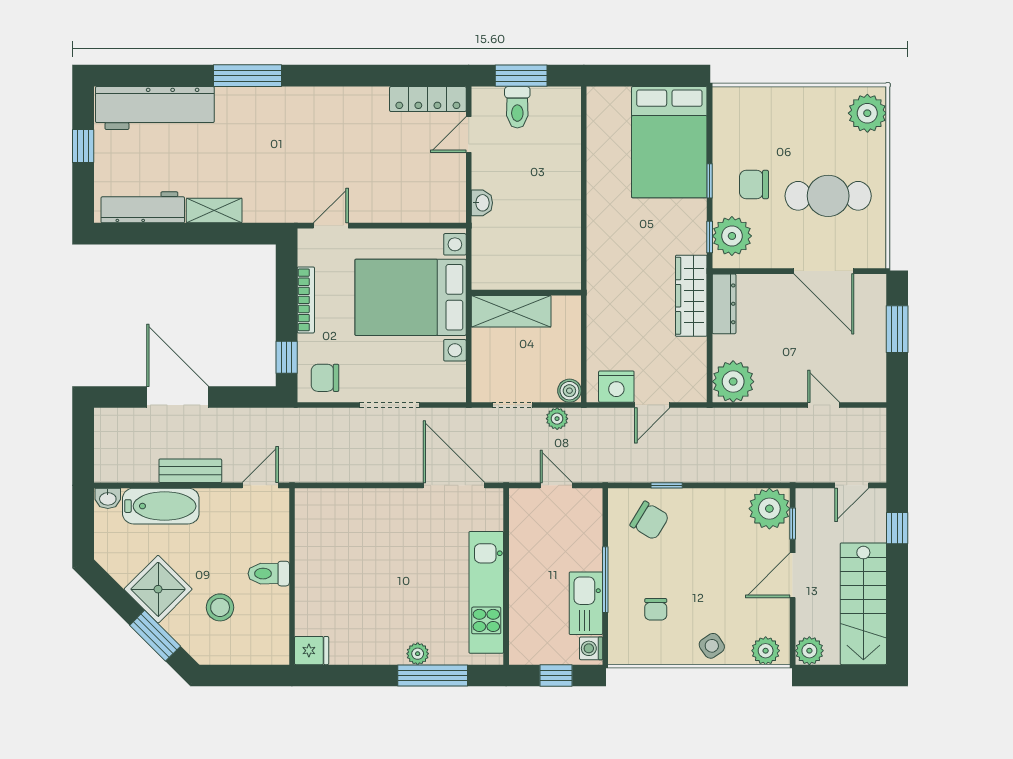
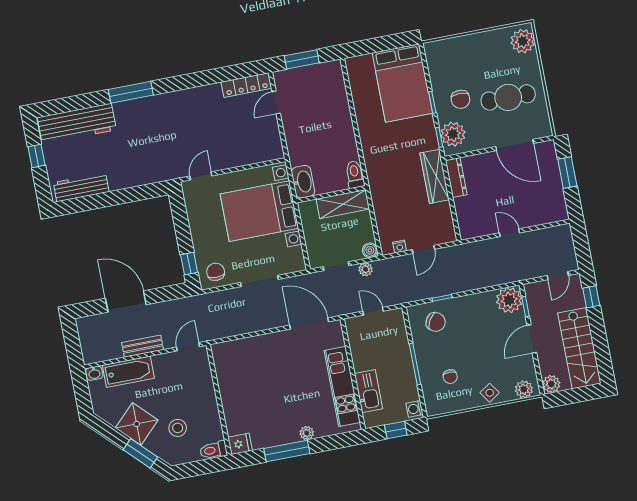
toilet: (517, 107) -> (355, 174), moved, turned 180
chair: (754, 185) -> (460, 99), turned -90
washbasin: (482, 203) -> (303, 182), moved, width x1.91, depth x1.45
shelving: (214, 210) -> (126, 180), removed
bookcase: (306, 300) -> (194, 225), removed
shelving: (511, 311) -> (343, 204), moved
chair: (325, 378) -> (216, 272), turned 90
plant: (733, 382) -> (471, 225), removed
nightstand: (616, 387) -> (400, 247), width x0.53, depth x0.56
door: (824, 405) -> (510, 233), moved
toilet: (269, 574) -> (213, 450), moved
kitchen sink: (586, 603) -> (369, 391), moved, turned 180
window: (433, 675) -> (287, 451), moved

